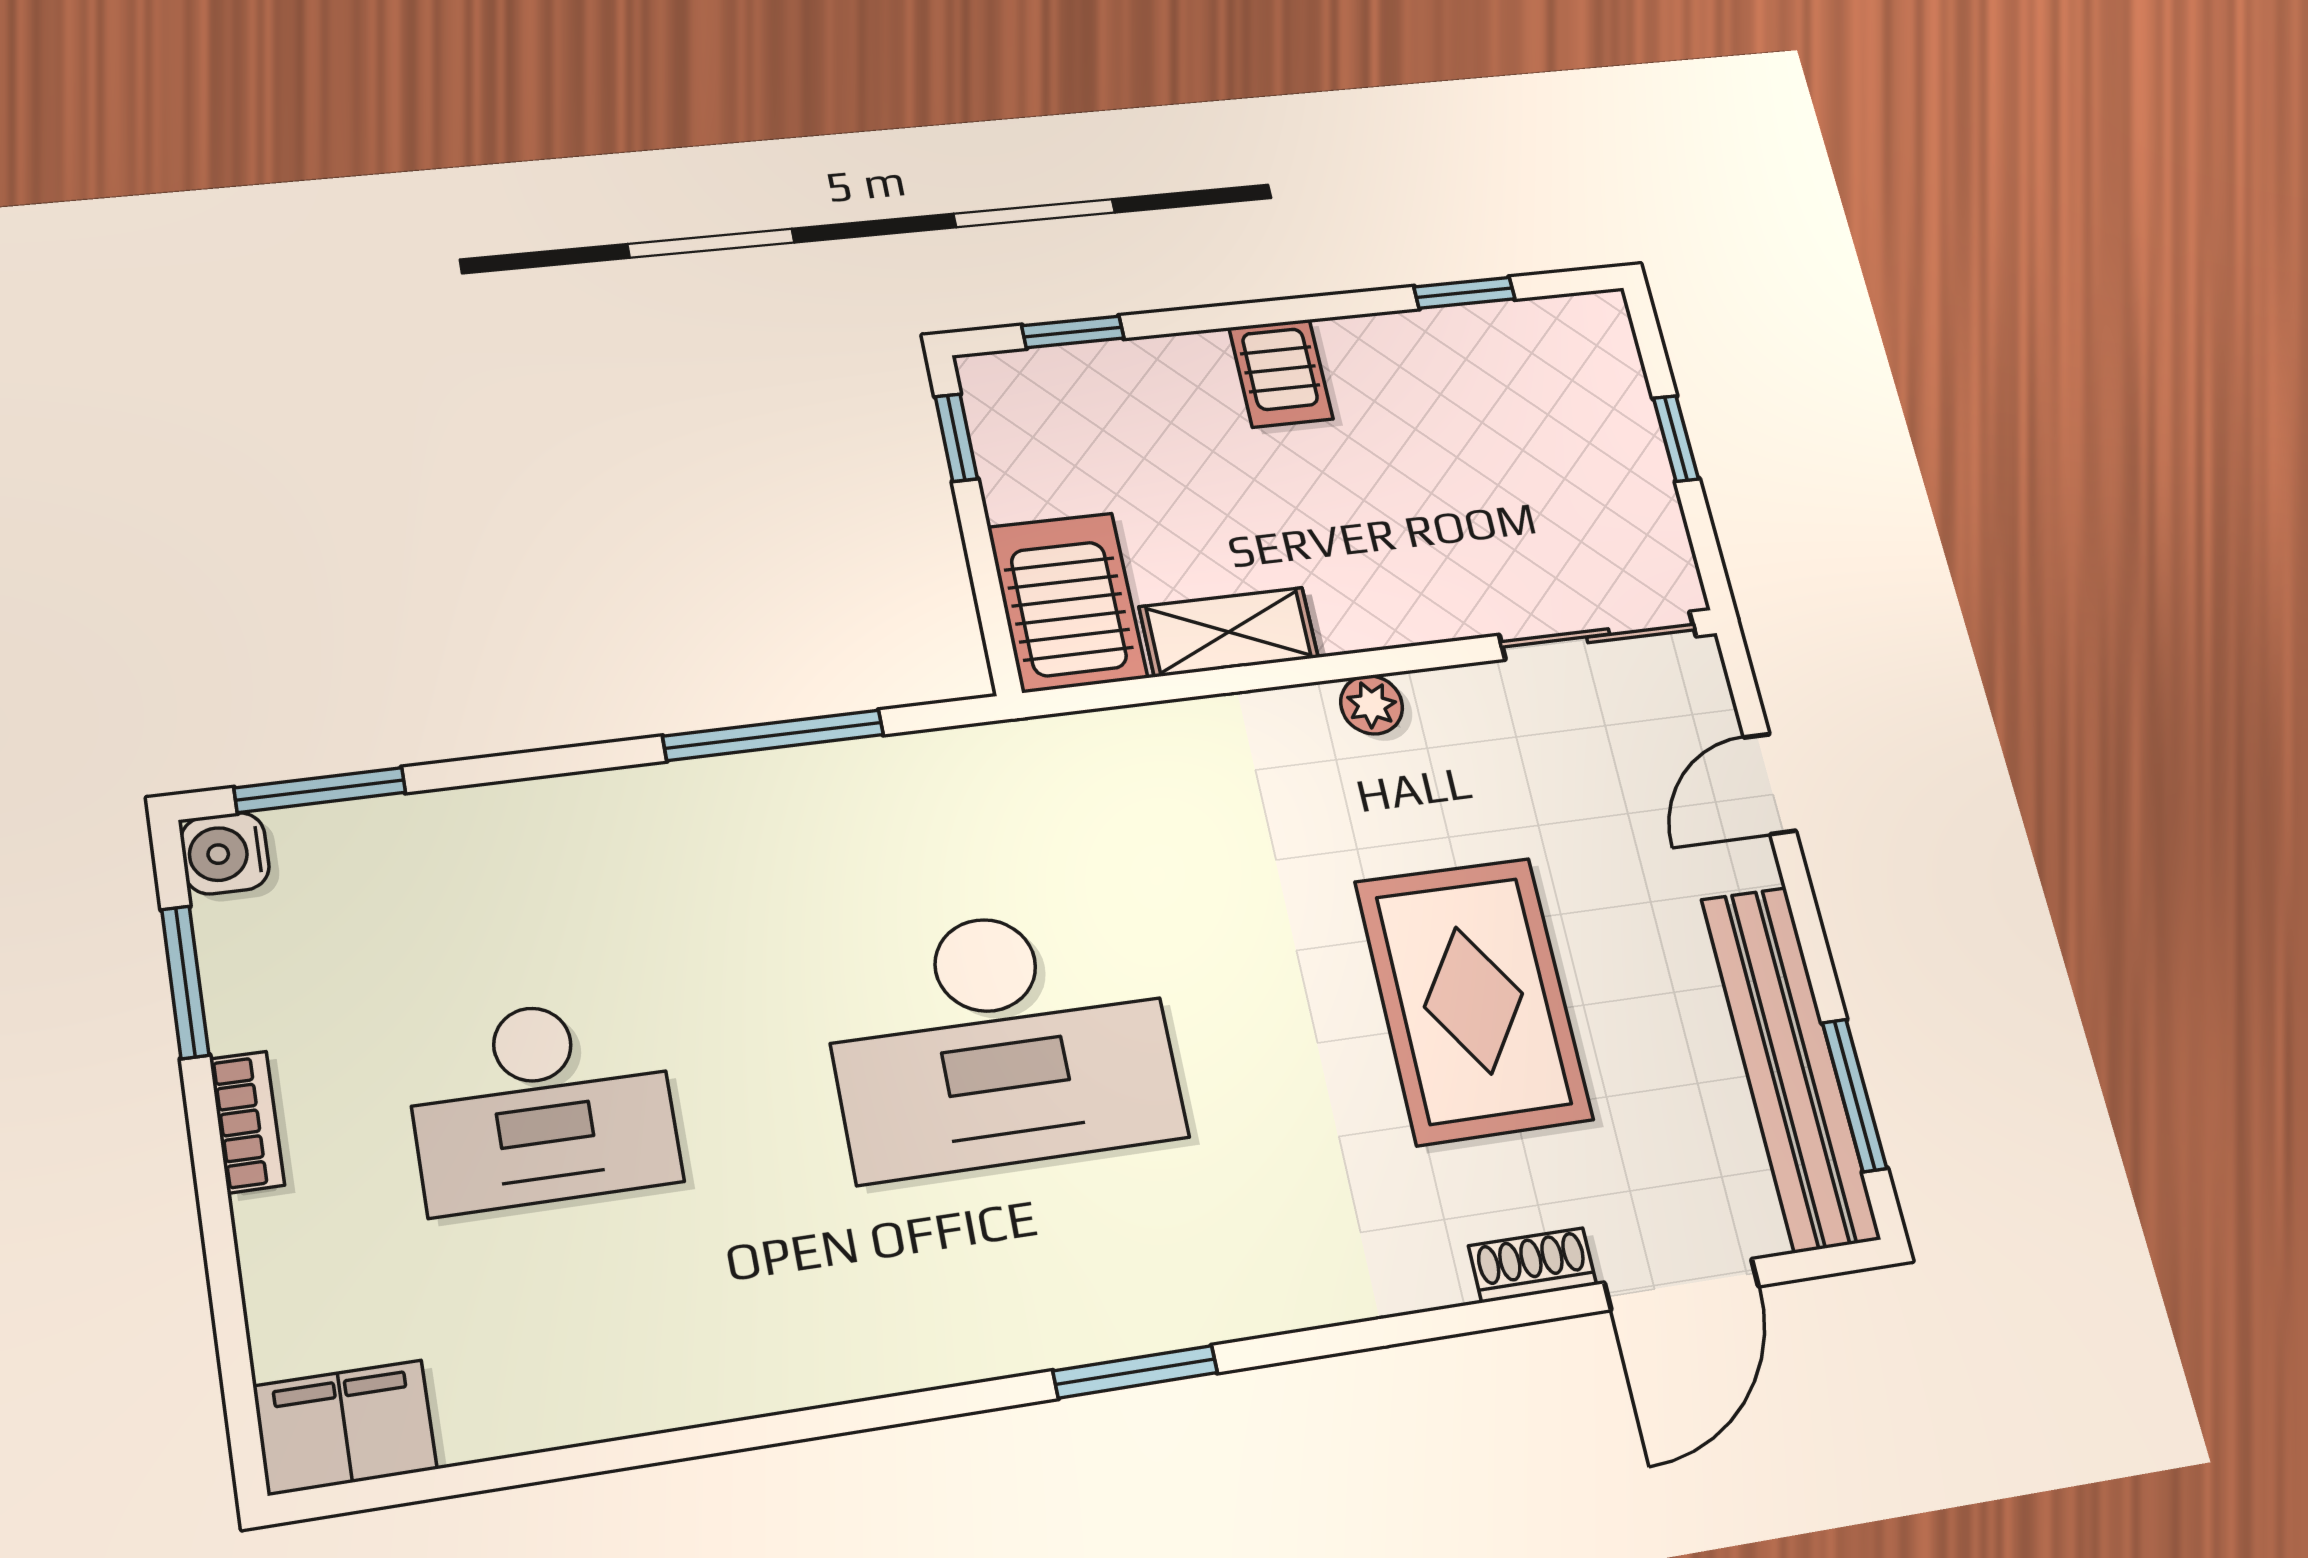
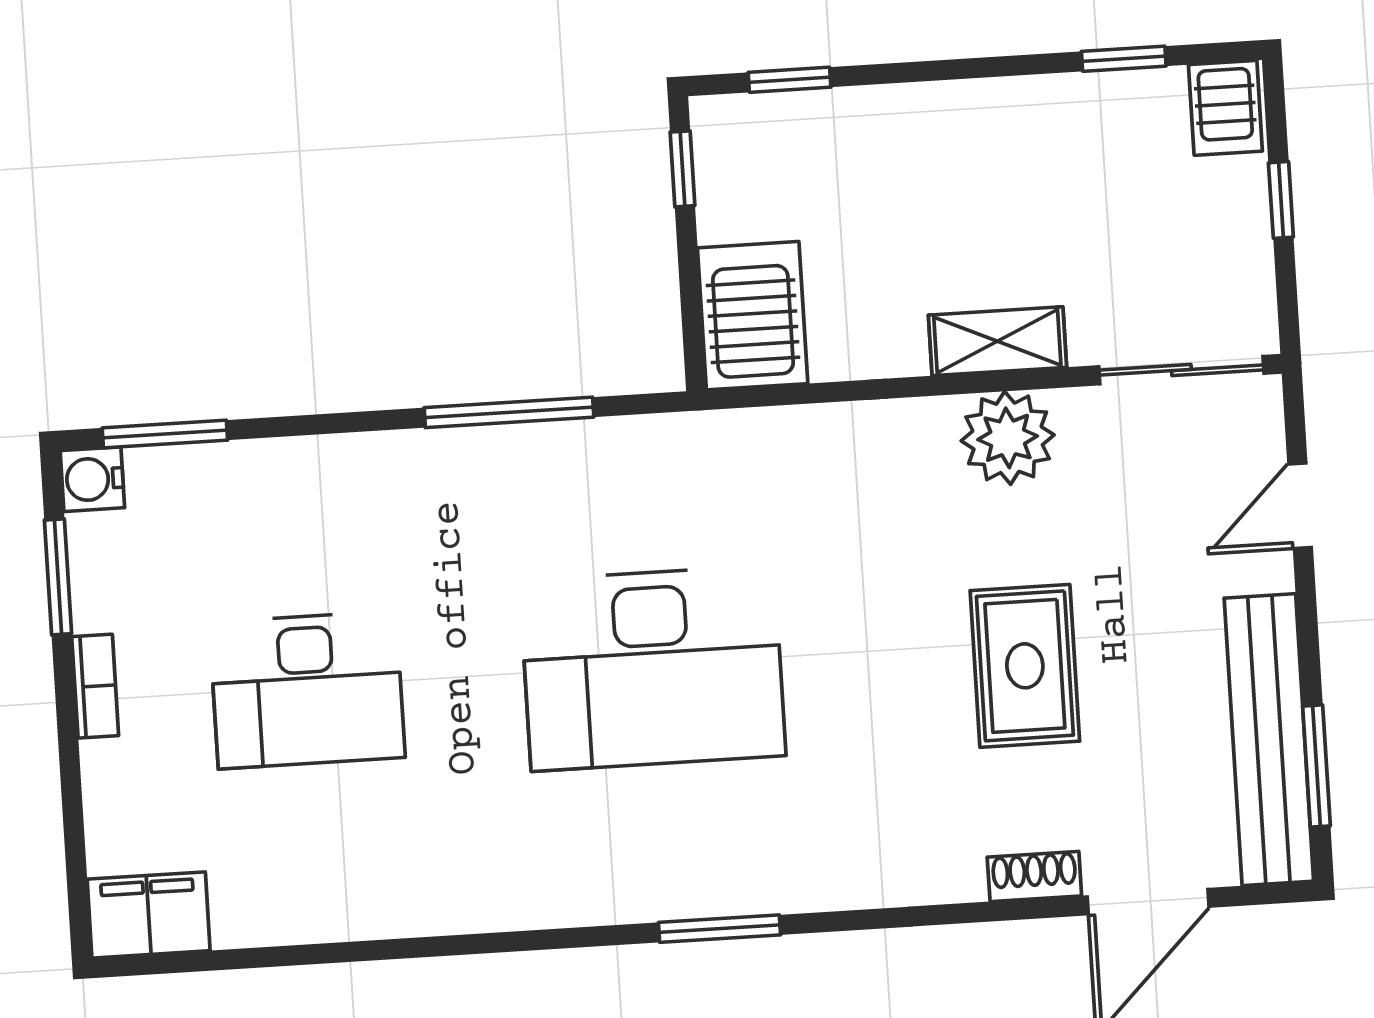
server rack: (1281, 373) -> (1225, 108), moved
shelving: (1229, 632) -> (997, 341), moved
plant: (1372, 705) -> (1008, 438), width x1.88, depth x1.88
rug: (1473, 1000) -> (1025, 666), width x0.73, depth x0.70

